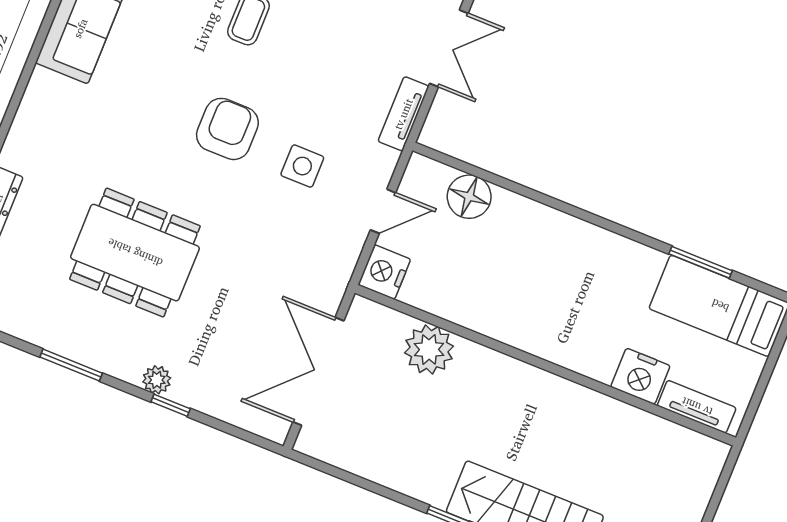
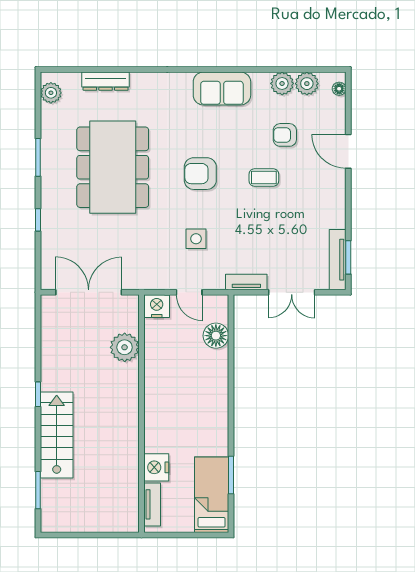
armchair: (227, 129) -> (200, 174), moved, turned 180
dining table: (135, 253) -> (113, 167), width x1.36, depth x1.24
plant: (157, 380) -> (49, 207), removed

